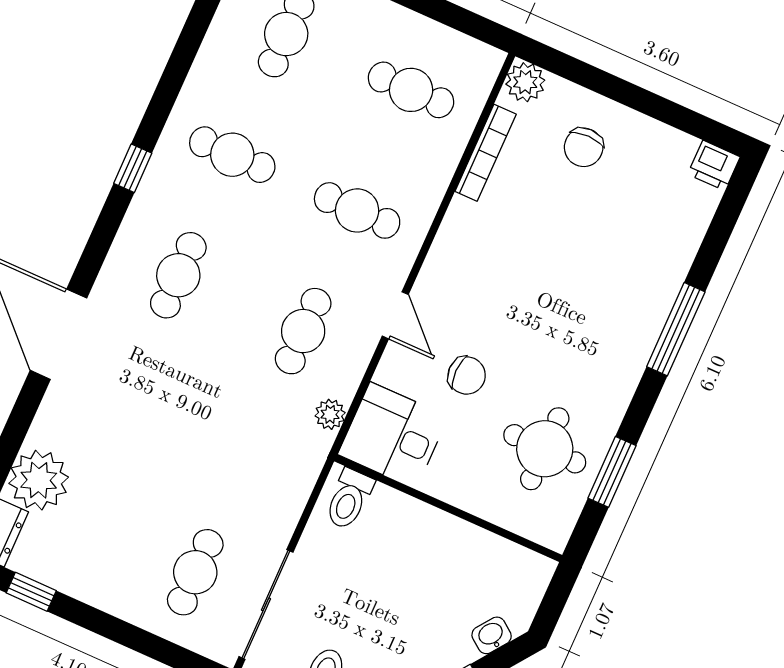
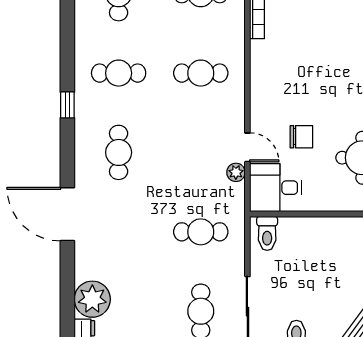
door: (395, 315) -> (247, 147), moved
cafe table: (303, 331) -> (201, 232), moved, turned 90
plant: (330, 414) -> (236, 172), moved

